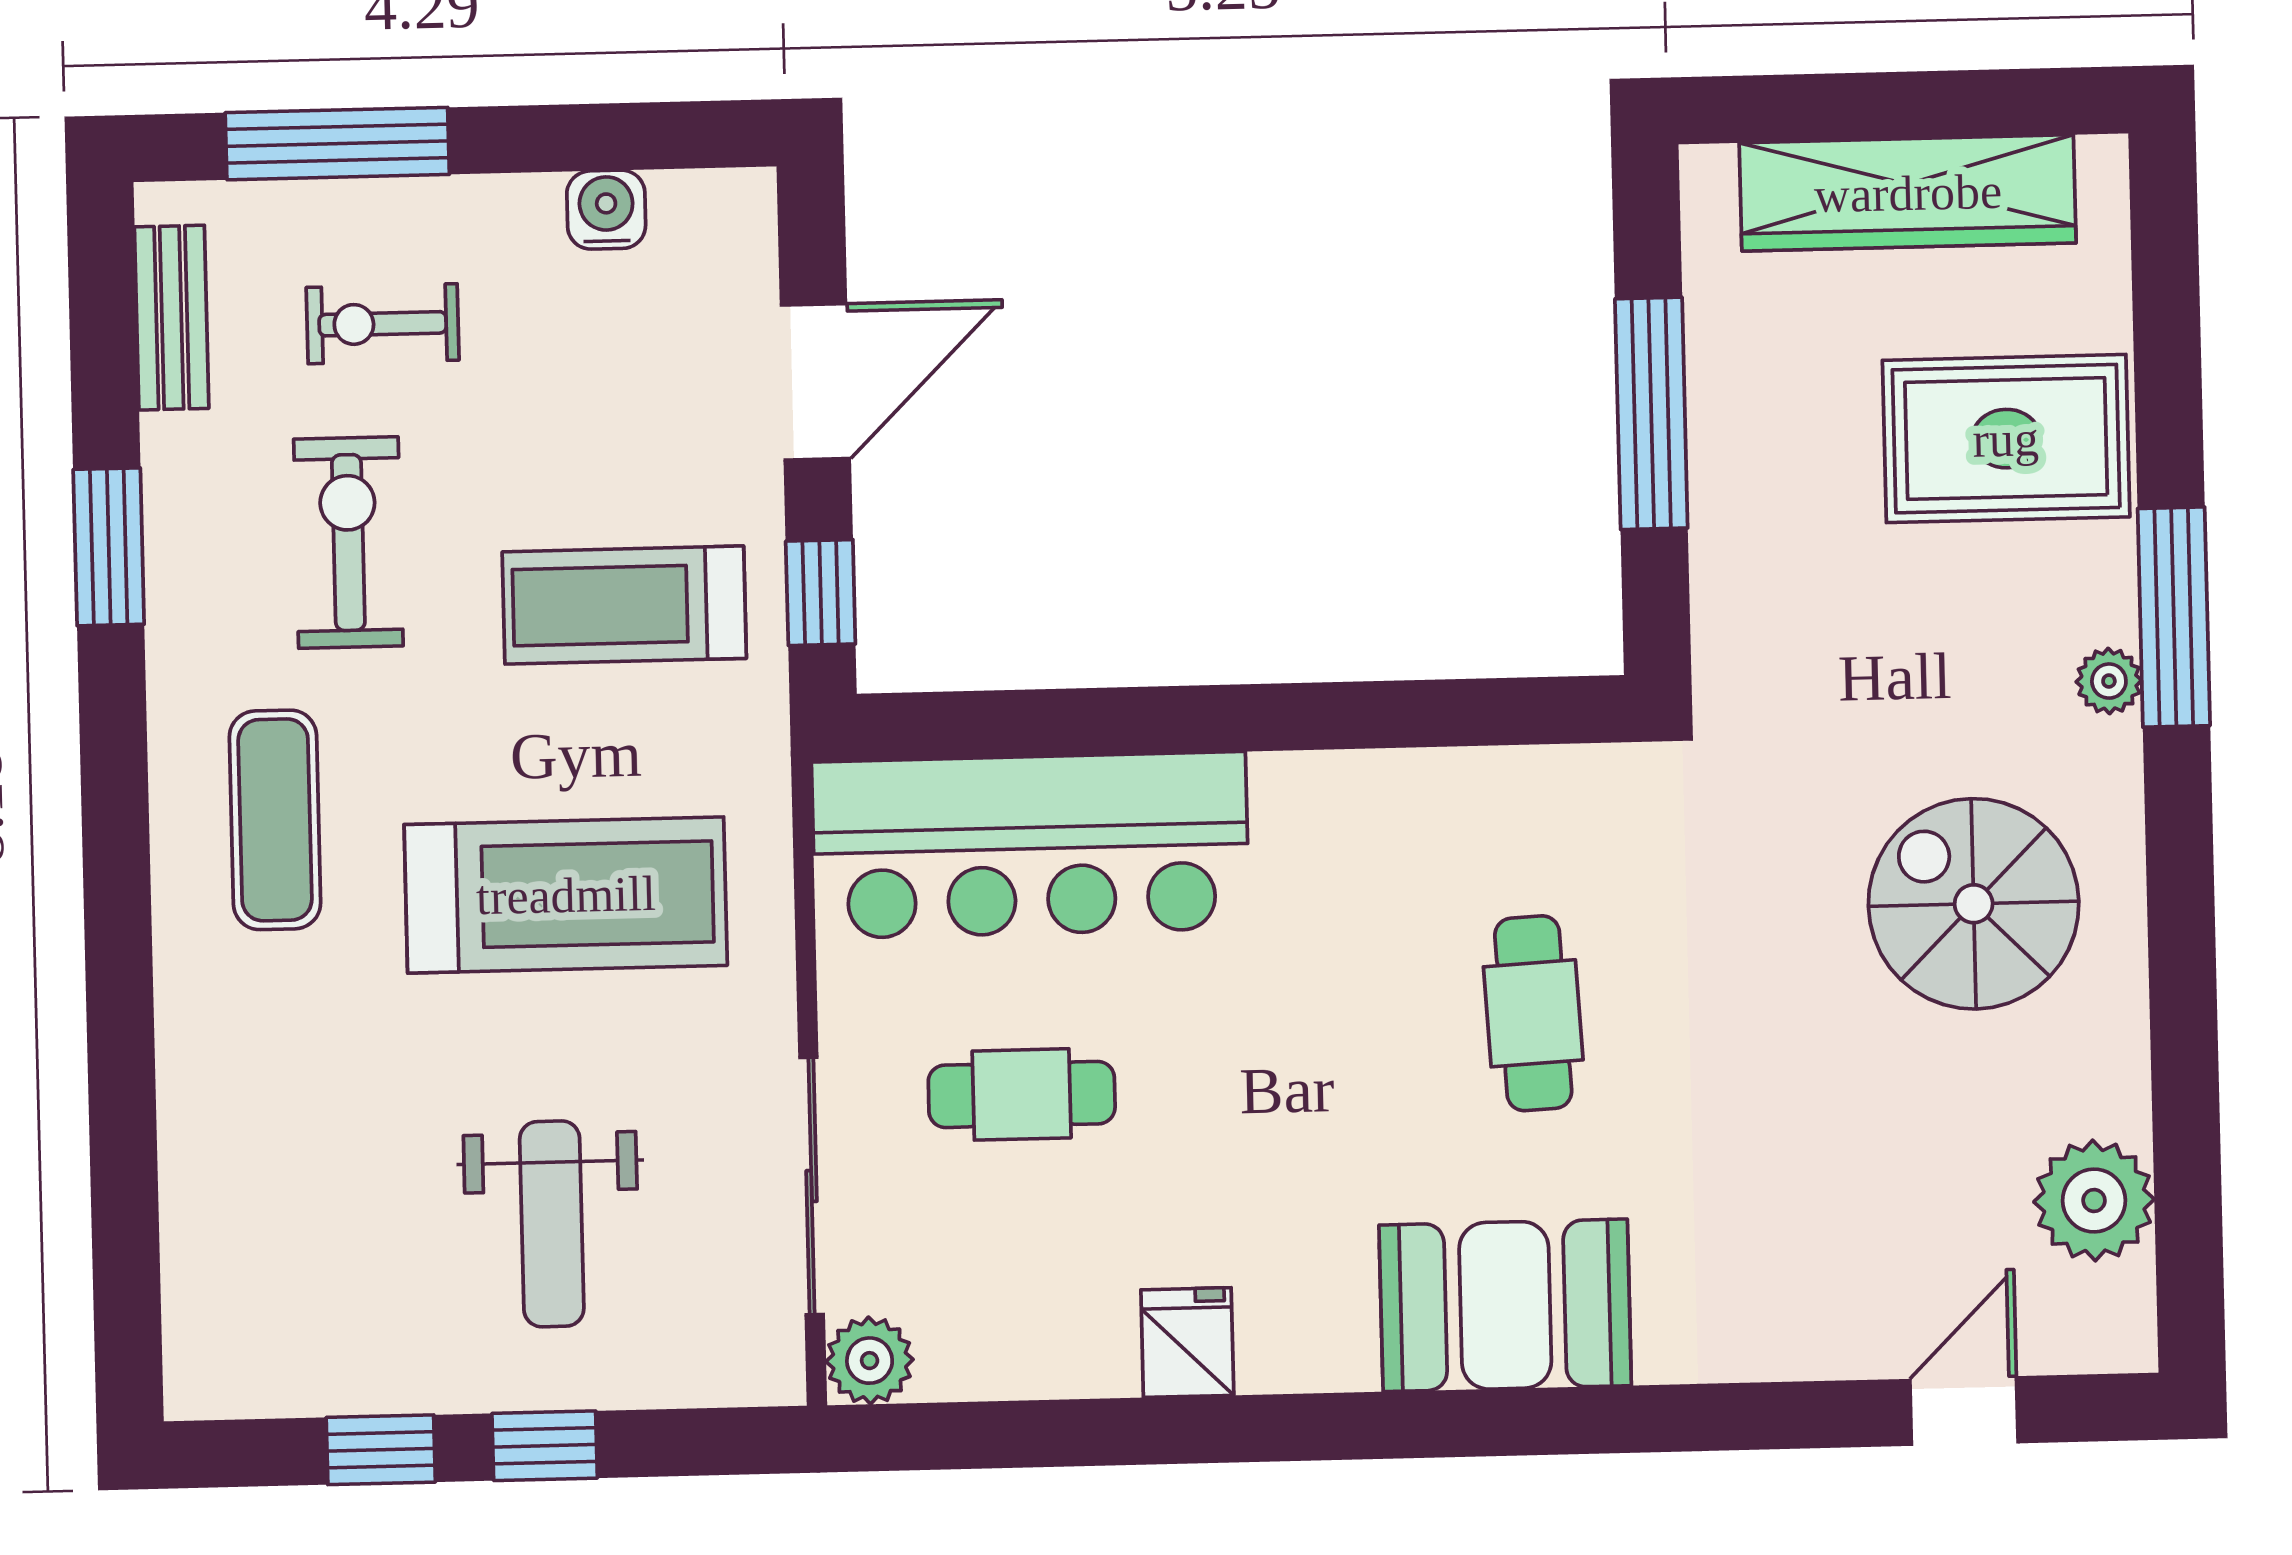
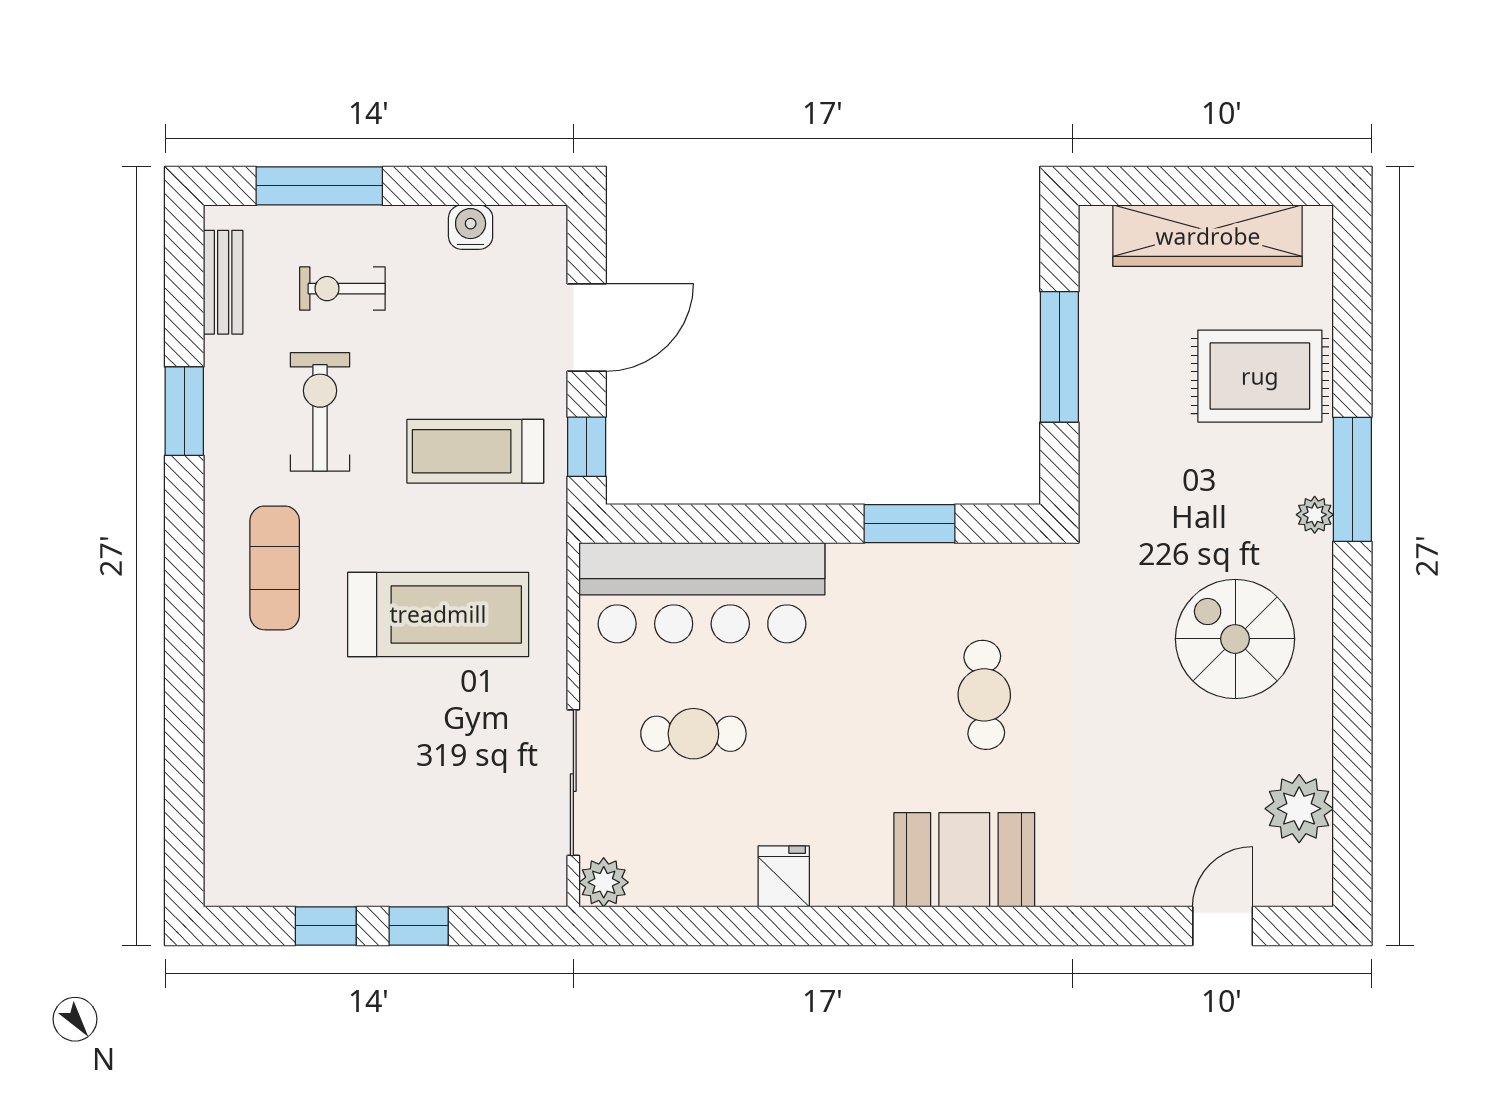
window: (1394, 714) -> (910, 524), added
weight bench: (552, 1224) -> (426, 800), removed

